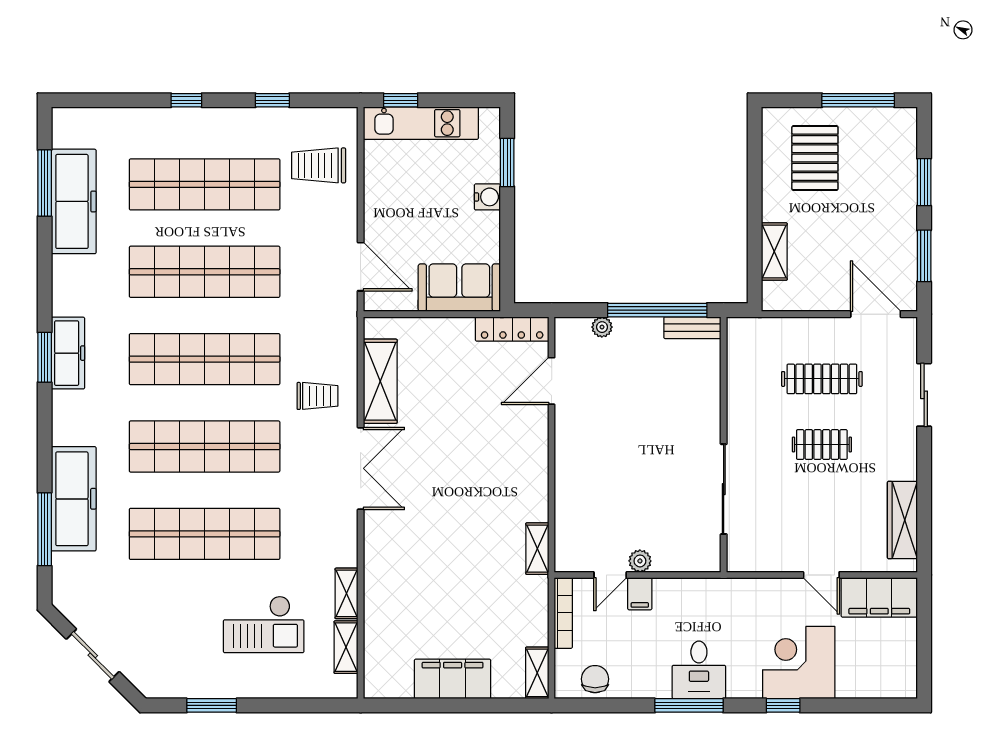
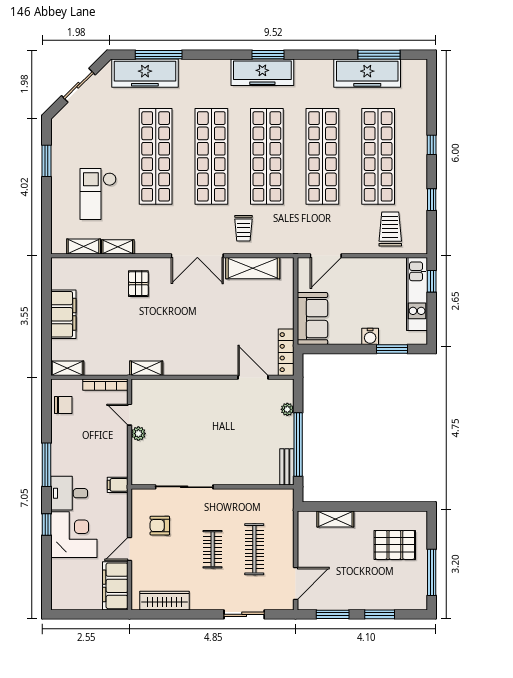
freezer: (68, 353) -> (262, 72), width x1.36, depth x1.26
freezer: (74, 499) -> (145, 73), moved
armchair: (785, 527) -> (160, 526), added
pallet: (404, 561) -> (138, 284), added
filing cabinet: (640, 594) -> (118, 485), moved
desk: (699, 670) -> (69, 493), moved

